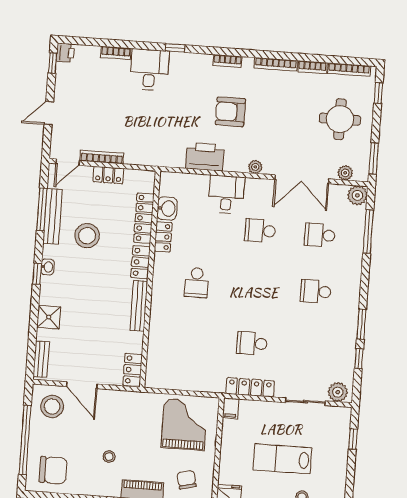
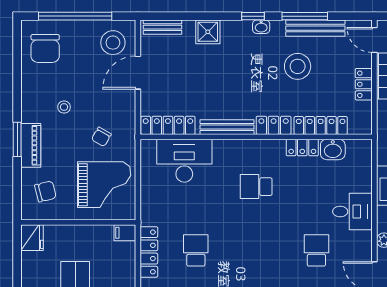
window: (42, 209) -> (305, 16), moved
desk: (167, 348) -> (184, 161), added
locker: (133, 370) -> (168, 125), width x1.53
chair: (139, 424) -> (101, 137), added

